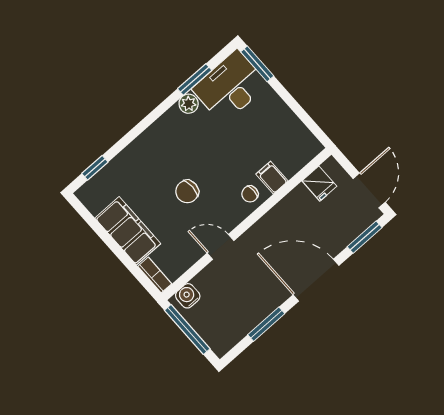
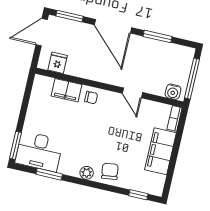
plant: (189, 104) -> (87, 173), moved
filing cabinet: (272, 178) -> (67, 90), width x2.00
chair: (187, 192) -> (110, 171), moved, turned -98

